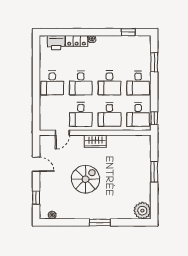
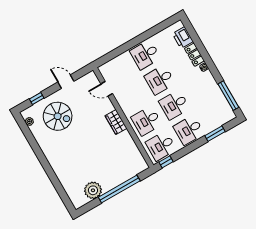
window: (128, 32) -> (228, 96), width x2.17
desk: (81, 114) -> (132, 96), removed
door: (36, 164) -> (66, 82), swing flipped
window: (154, 172) -> (119, 189), width x2.11
spiral stairs: (86, 179) -> (58, 116), moved
plant: (142, 211) -> (93, 190), moved
window: (100, 222) -> (47, 167), removed

